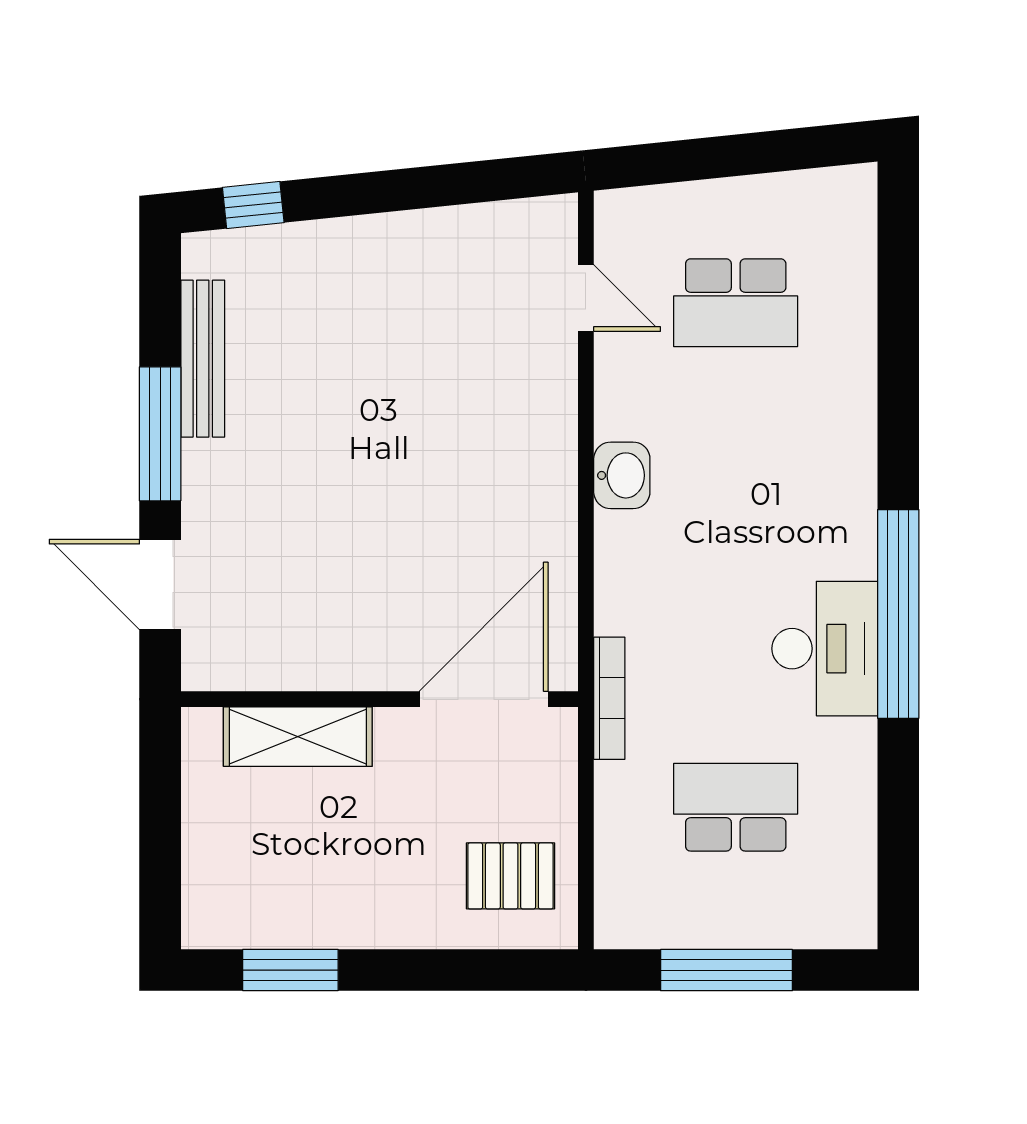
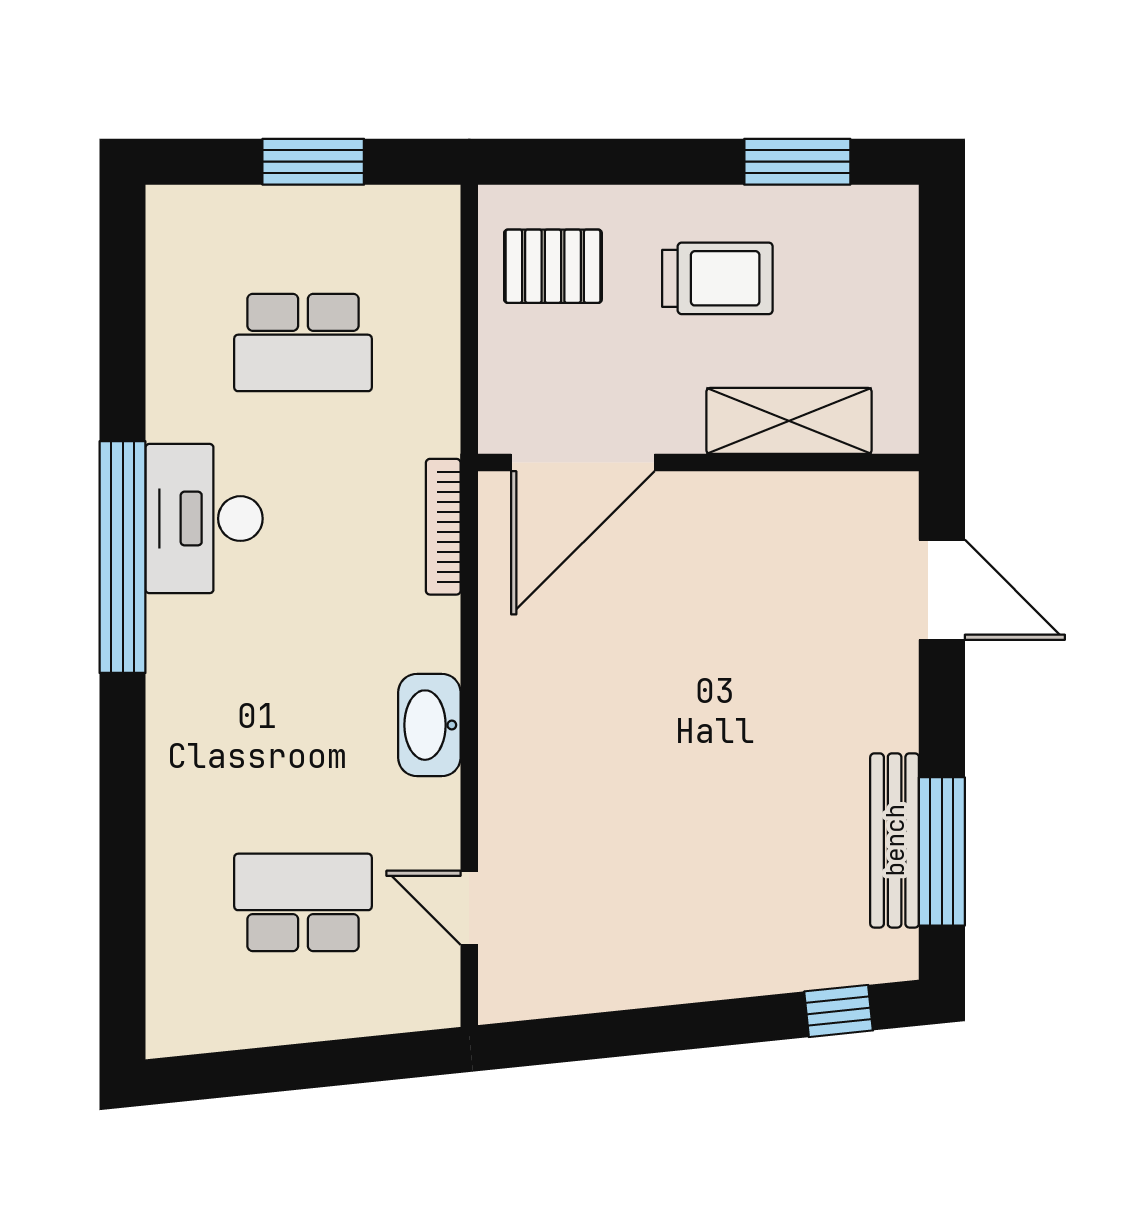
window: (160, 434) -> (942, 851), moved
washbasin: (622, 475) -> (429, 725), width x1.38
bookcase: (609, 698) -> (443, 527), moved
trolley: (362, 865) -> (717, 278), added
window: (726, 970) -> (313, 162), width x0.69

